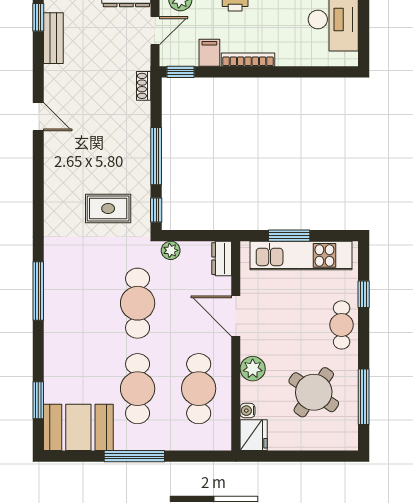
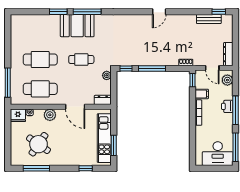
door: (38, 117) -> (159, 12), moved
rug: (108, 209) -> (127, 45), removed
window: (289, 236) -> (114, 145), moved
cafe table: (138, 303) -> (81, 59), width x0.73, depth x0.74
door: (236, 316) -> (75, 107), swing flipped
cafe table: (342, 325) -> (71, 158), removed
window: (38, 400) -> (58, 12), moved
booth: (78, 427) -> (77, 26), moved, turned 90
window: (134, 456) -> (8, 83), moved

